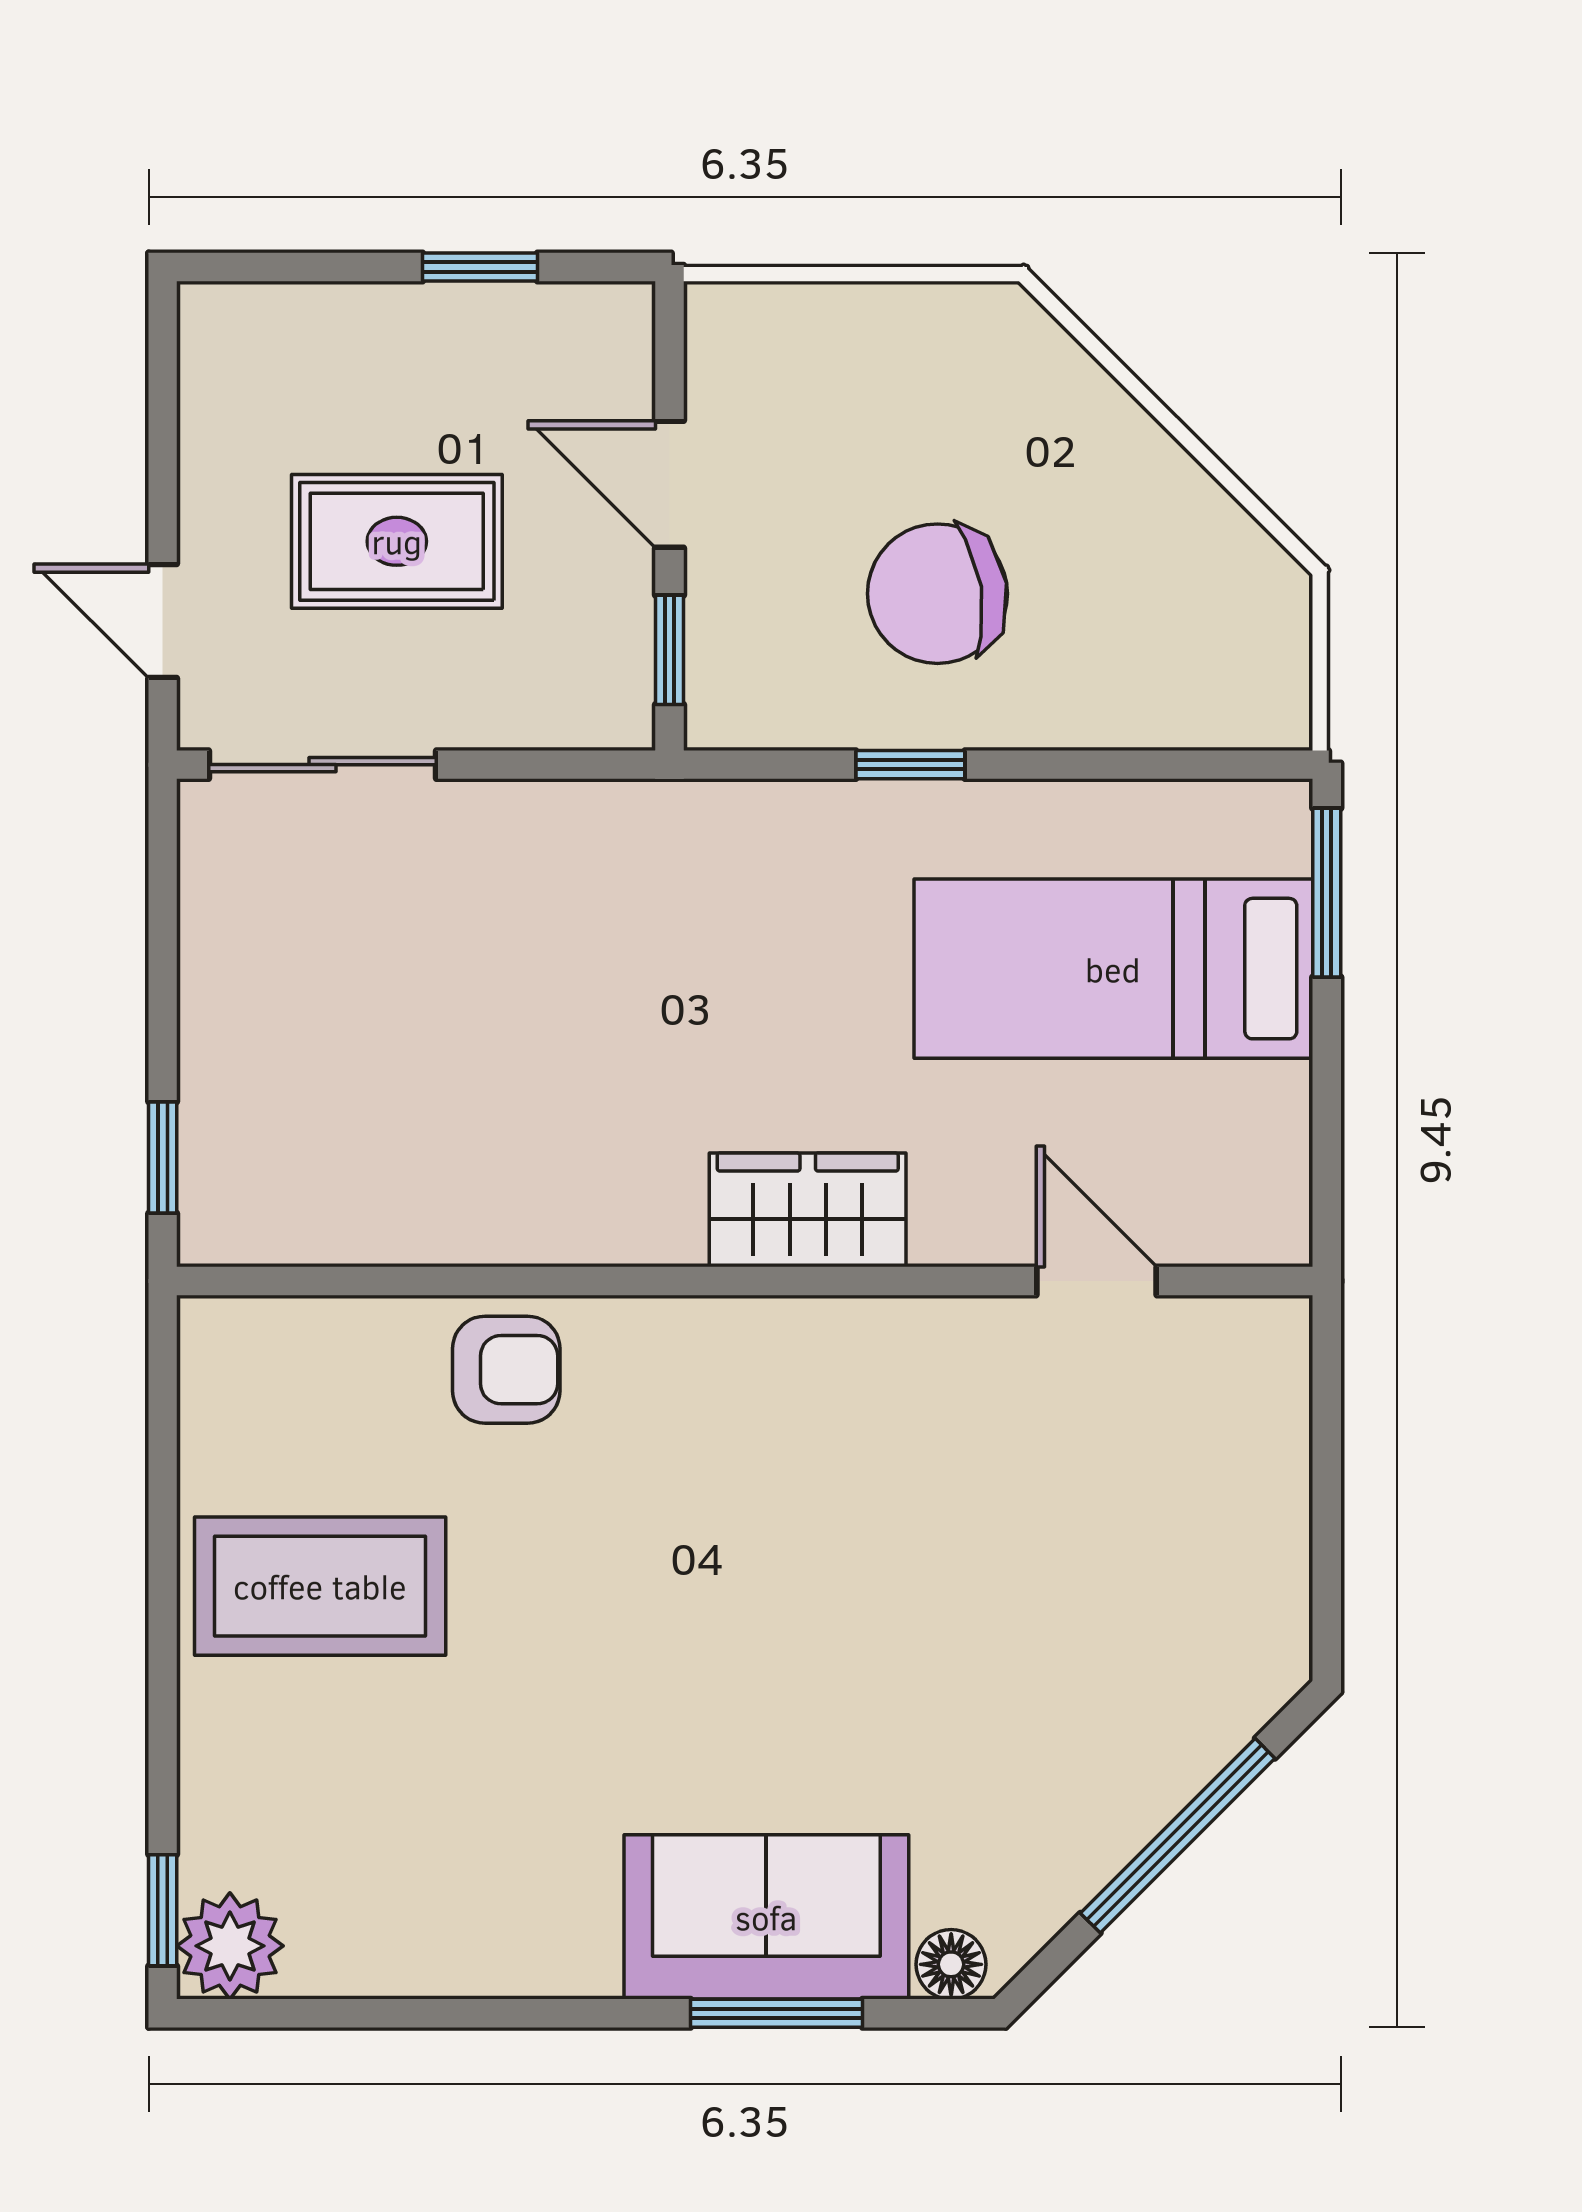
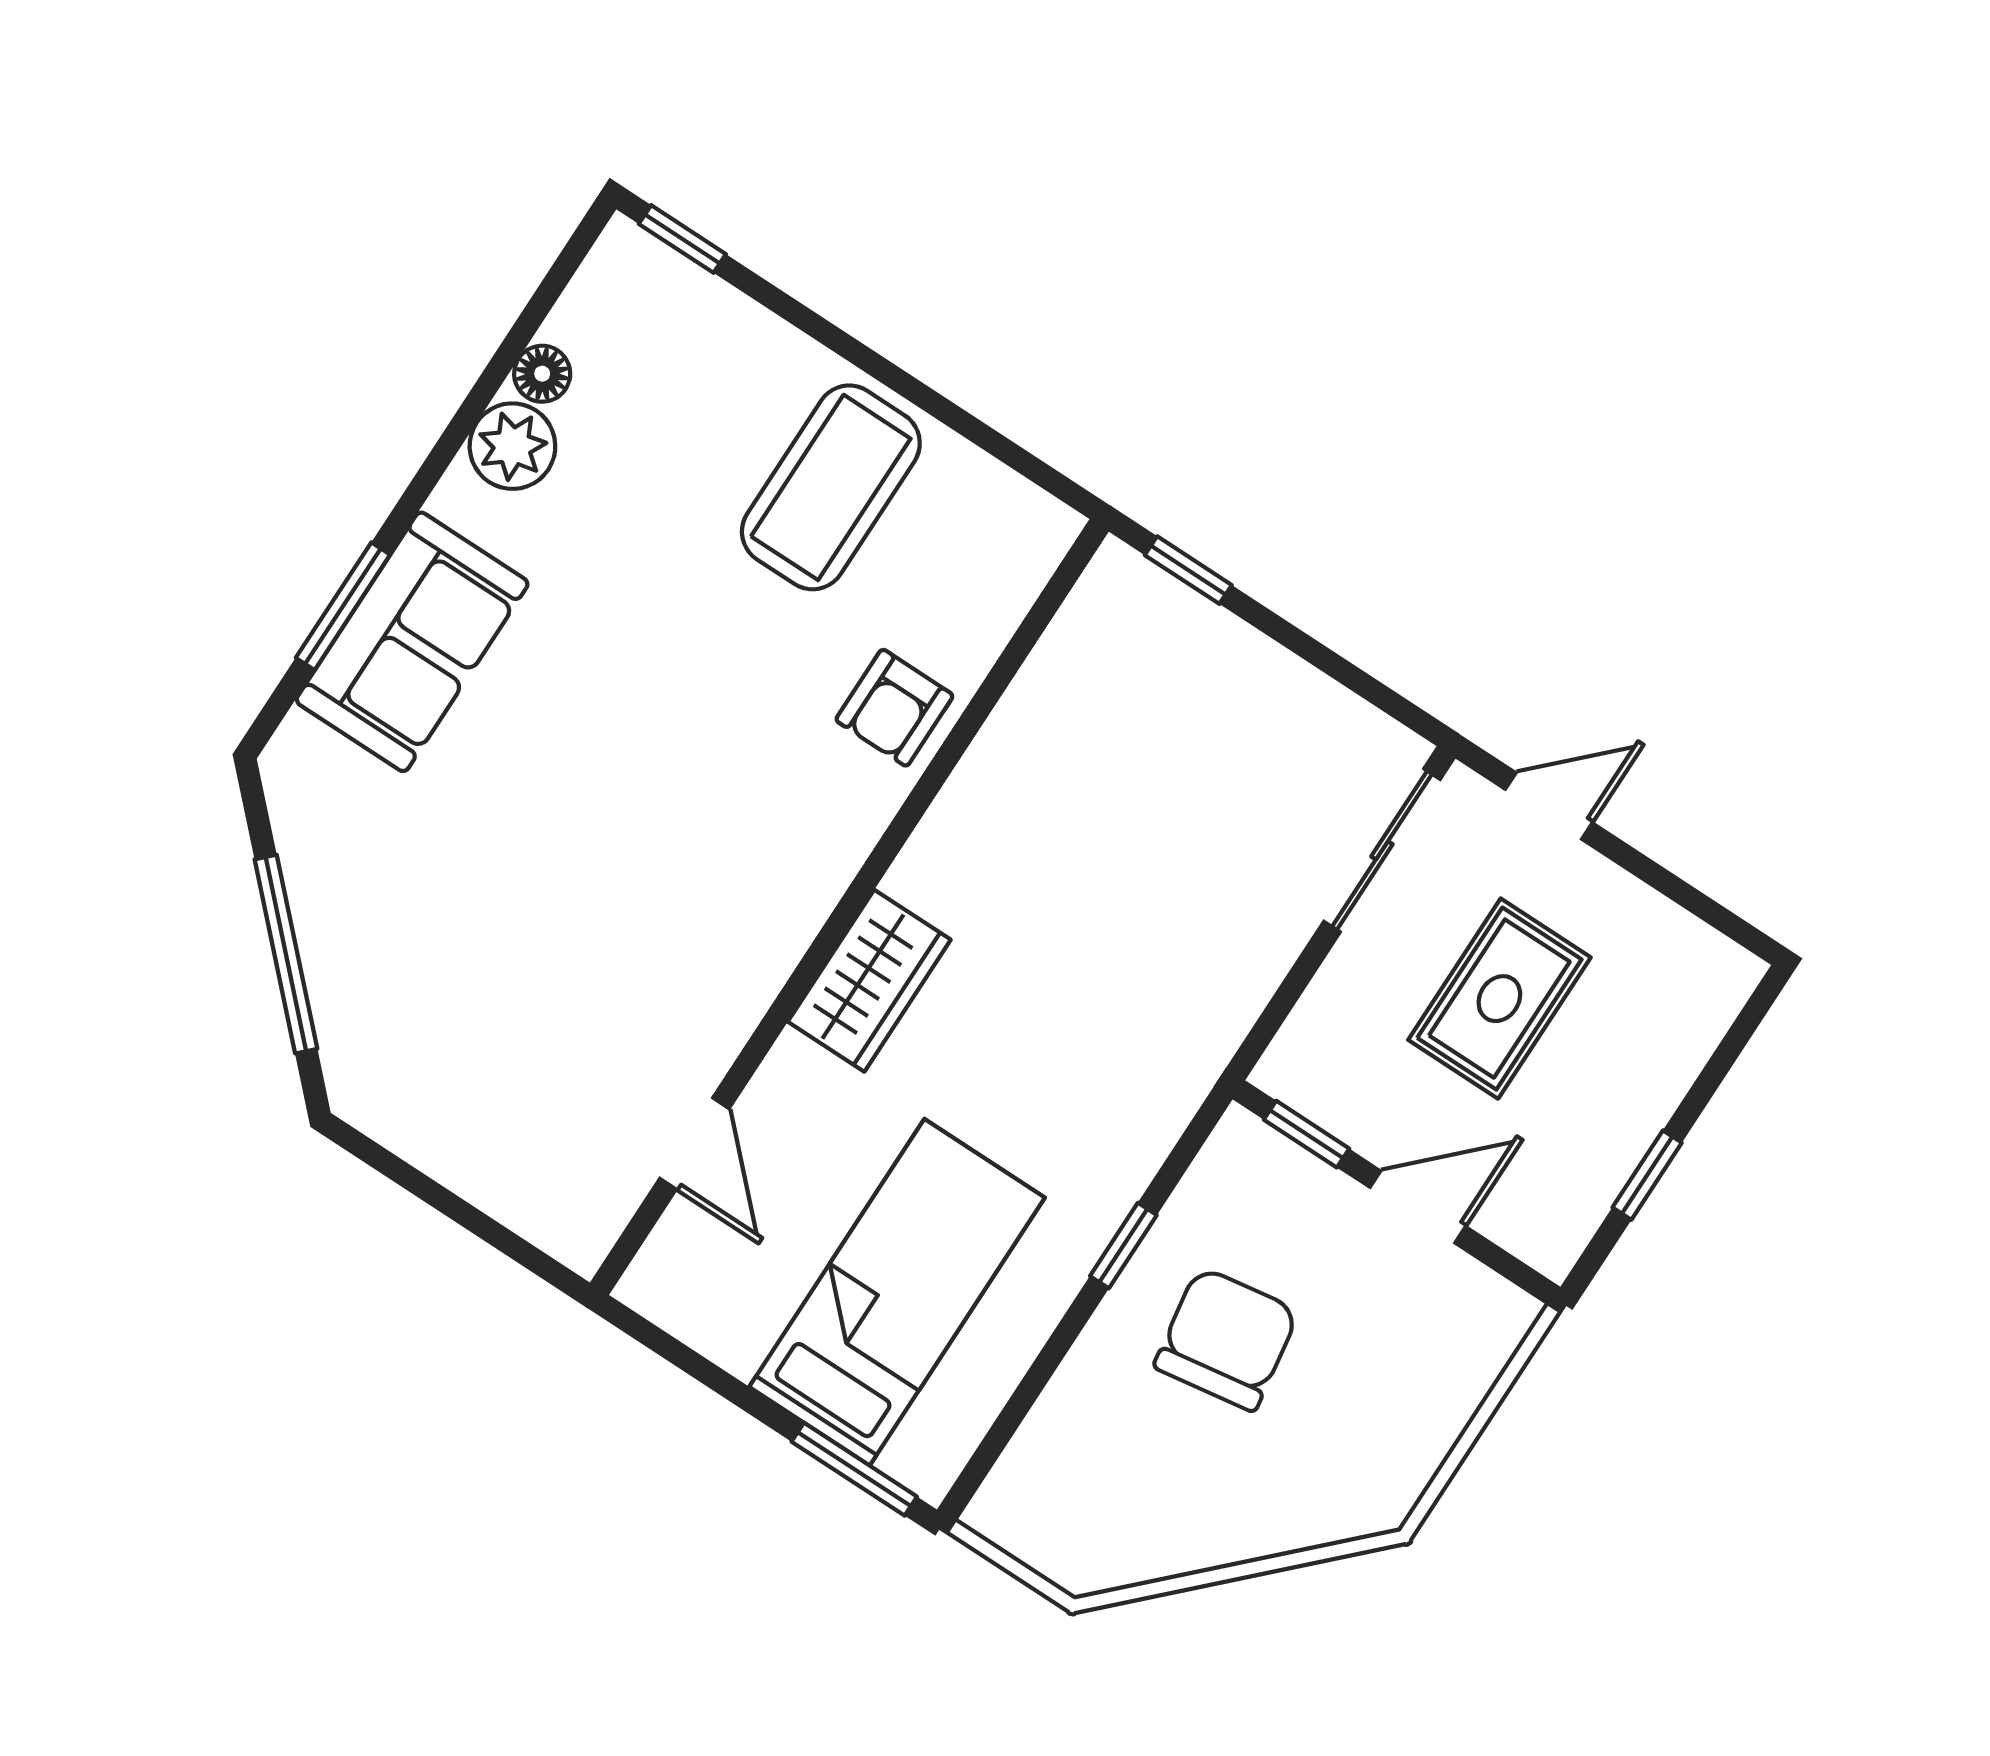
door: (1097, 1281) -> (694, 1144), hinge flipped
plant: (230, 1946) -> (512, 446), moved
floor lamp: (951, 1964) -> (542, 374), moved

